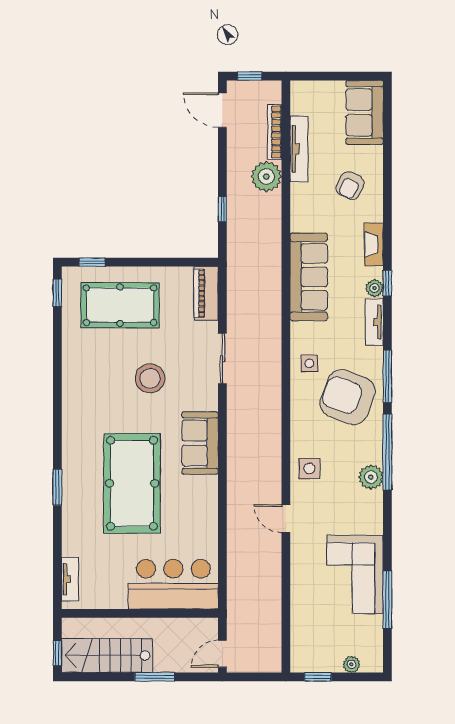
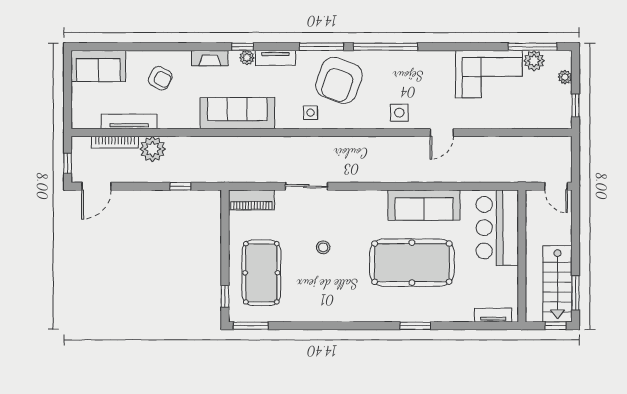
window: (57, 293) -> (251, 326), width x1.50
stool: (150, 378) -> (323, 247), width x0.53, depth x0.53
sofa: (200, 443) -> (424, 205), moved, width x1.36
plant: (371, 477) -> (534, 61), moved
window: (387, 600) -> (533, 47), moved
window: (155, 677) -> (575, 293), moved

